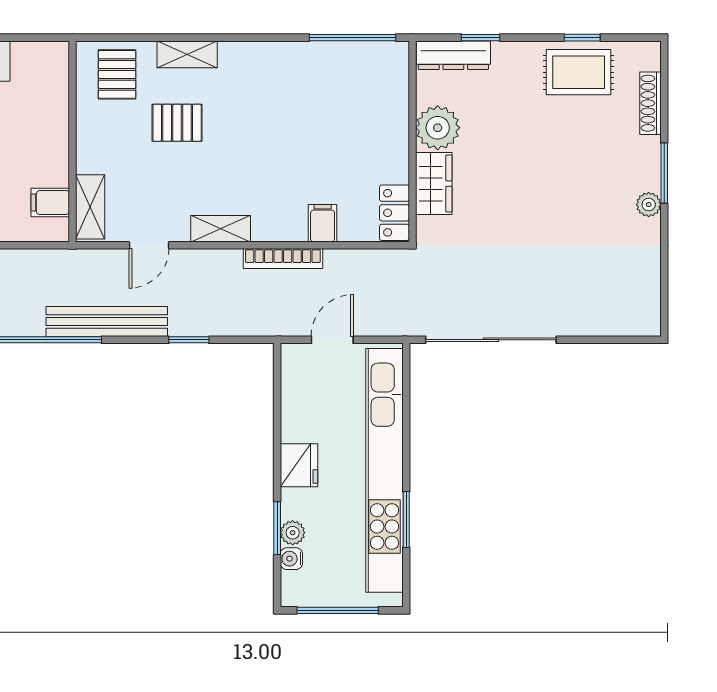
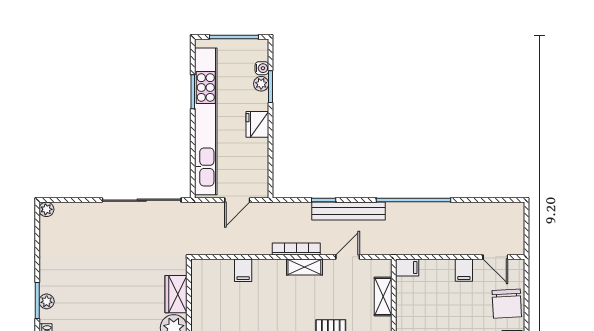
filing cabinet: (50, 202) -> (407, 268), moved
plant: (649, 205) -> (47, 301), moved
shelving: (90, 207) -> (383, 297), moved
locker: (394, 213) -> (200, 277), removed
bookcase: (283, 259) -> (296, 249), moved
bench: (107, 322) -> (348, 211), moved
plant: (649, 324) -> (46, 209), added

